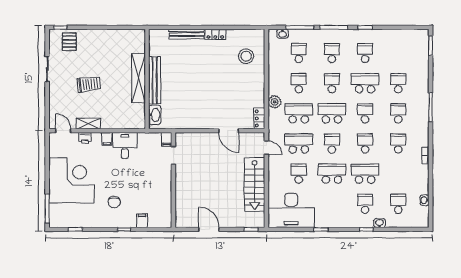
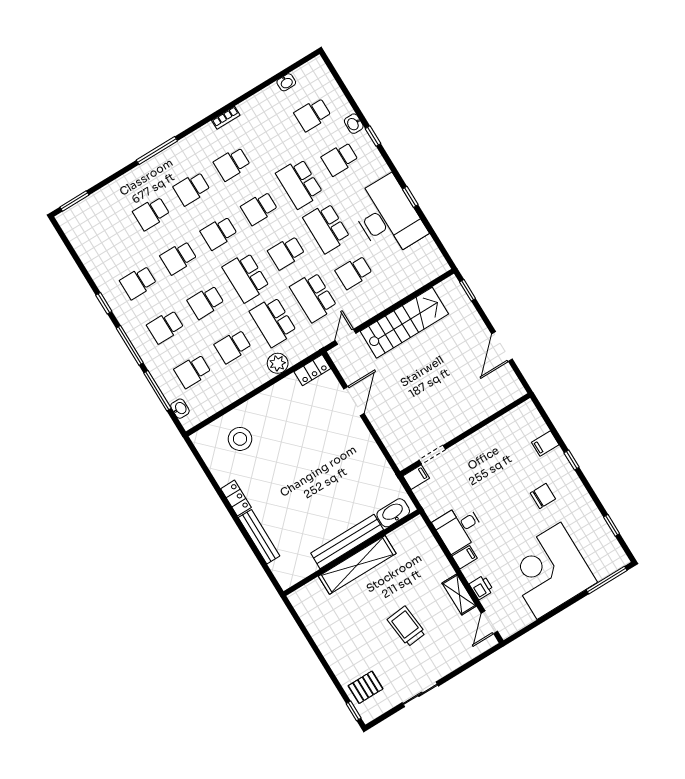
school desk: (365, 83) -> (179, 258), width x0.54
desk: (291, 210) -> (388, 217), moved

